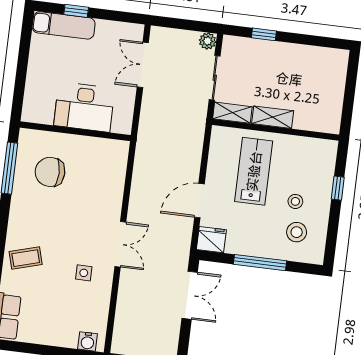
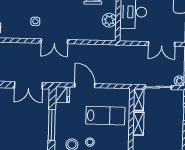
double door: (143, 65) -> (162, 44), swing flipped
plant: (94, 149) -> (109, 20), added

